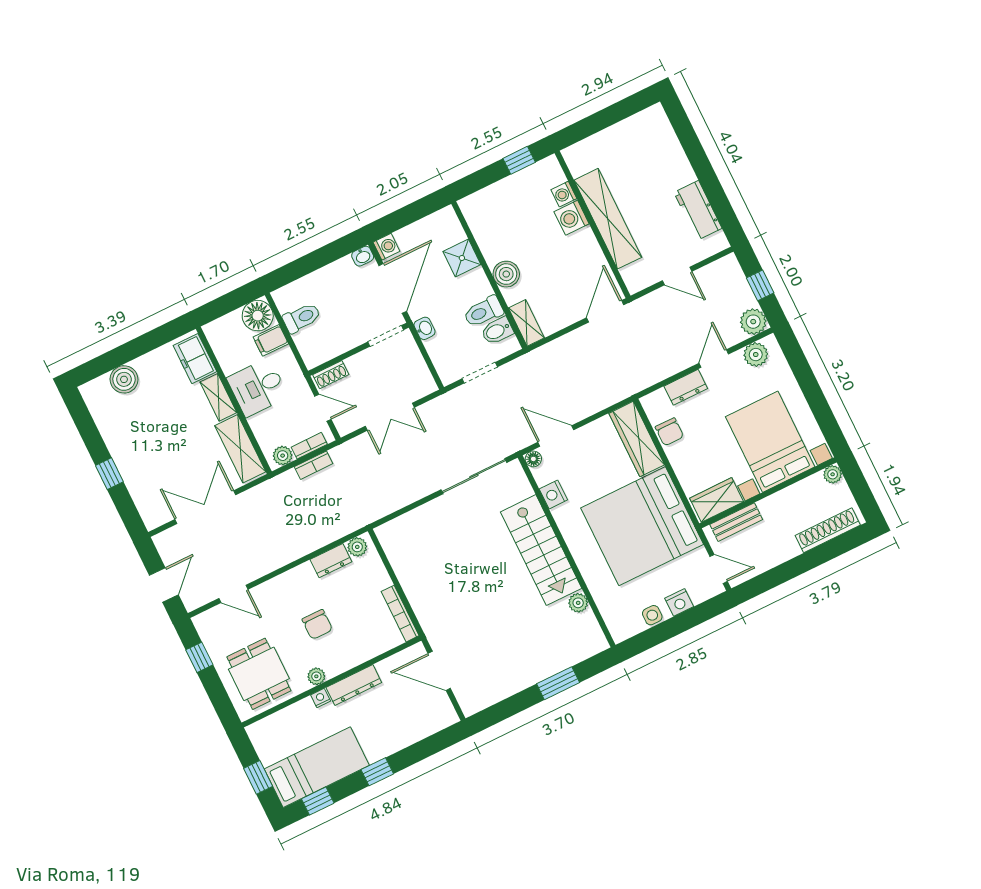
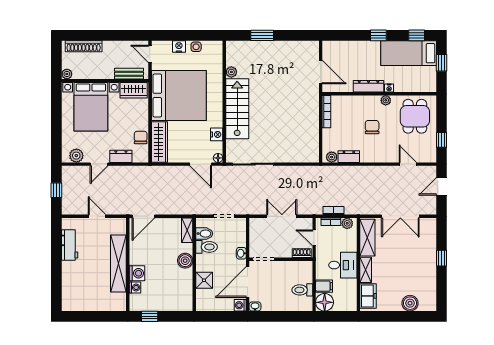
plant: (753, 322) -> (69, 173), removed

